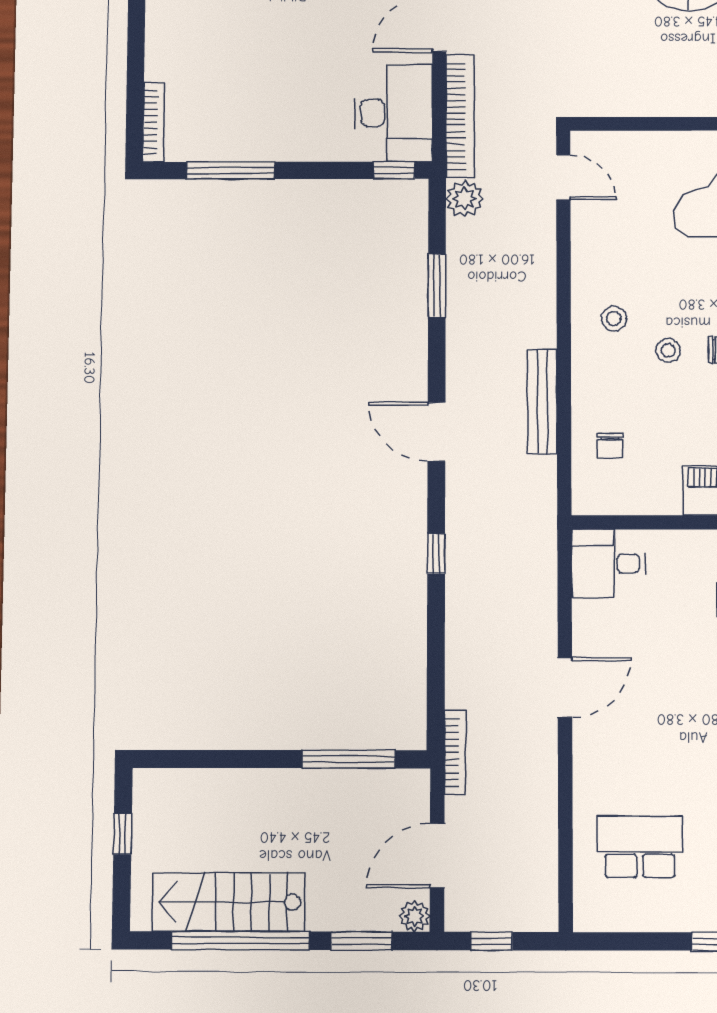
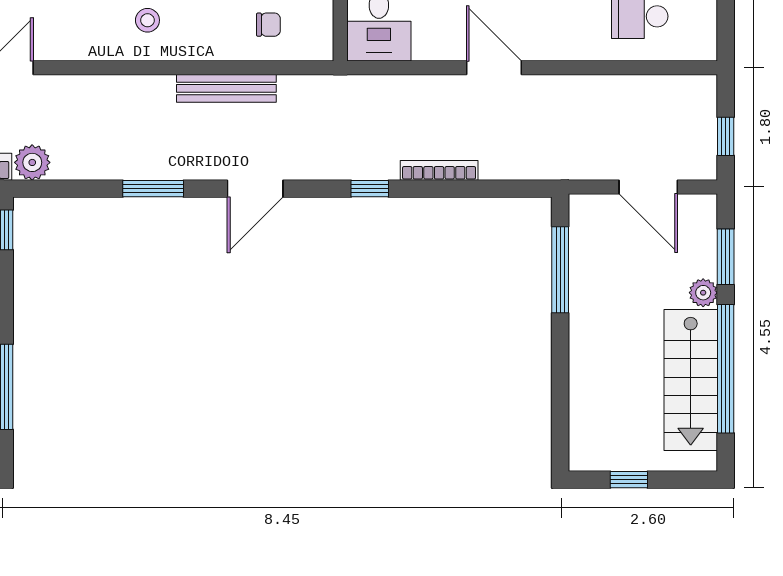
window: (437, 286) -> (153, 189), moved
bookcase: (455, 752) -> (439, 170), moved
plant: (415, 916) -> (703, 293), moved

